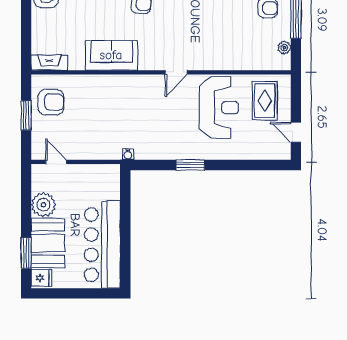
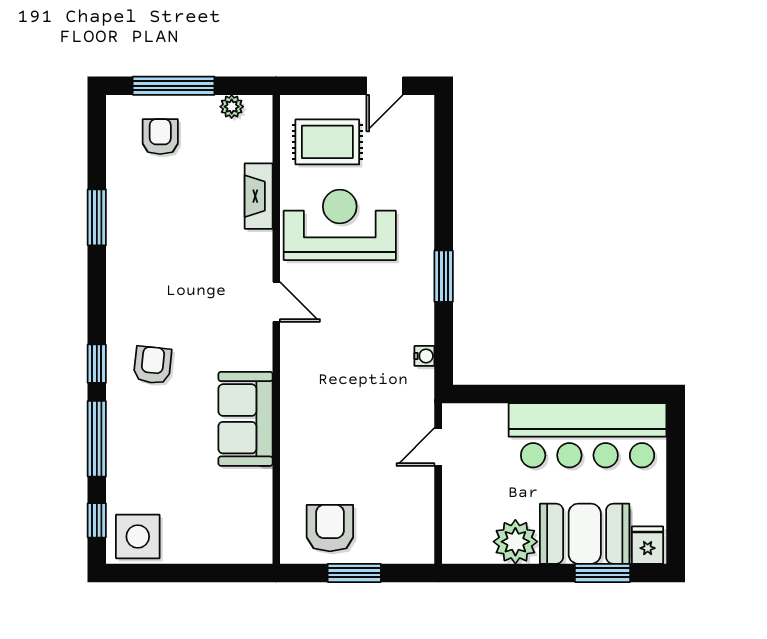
fireplace: (49, 63) -> (259, 196), moved
water cooler: (128, 154) -> (424, 356), moved
door: (56, 162) -> (438, 447), moved

